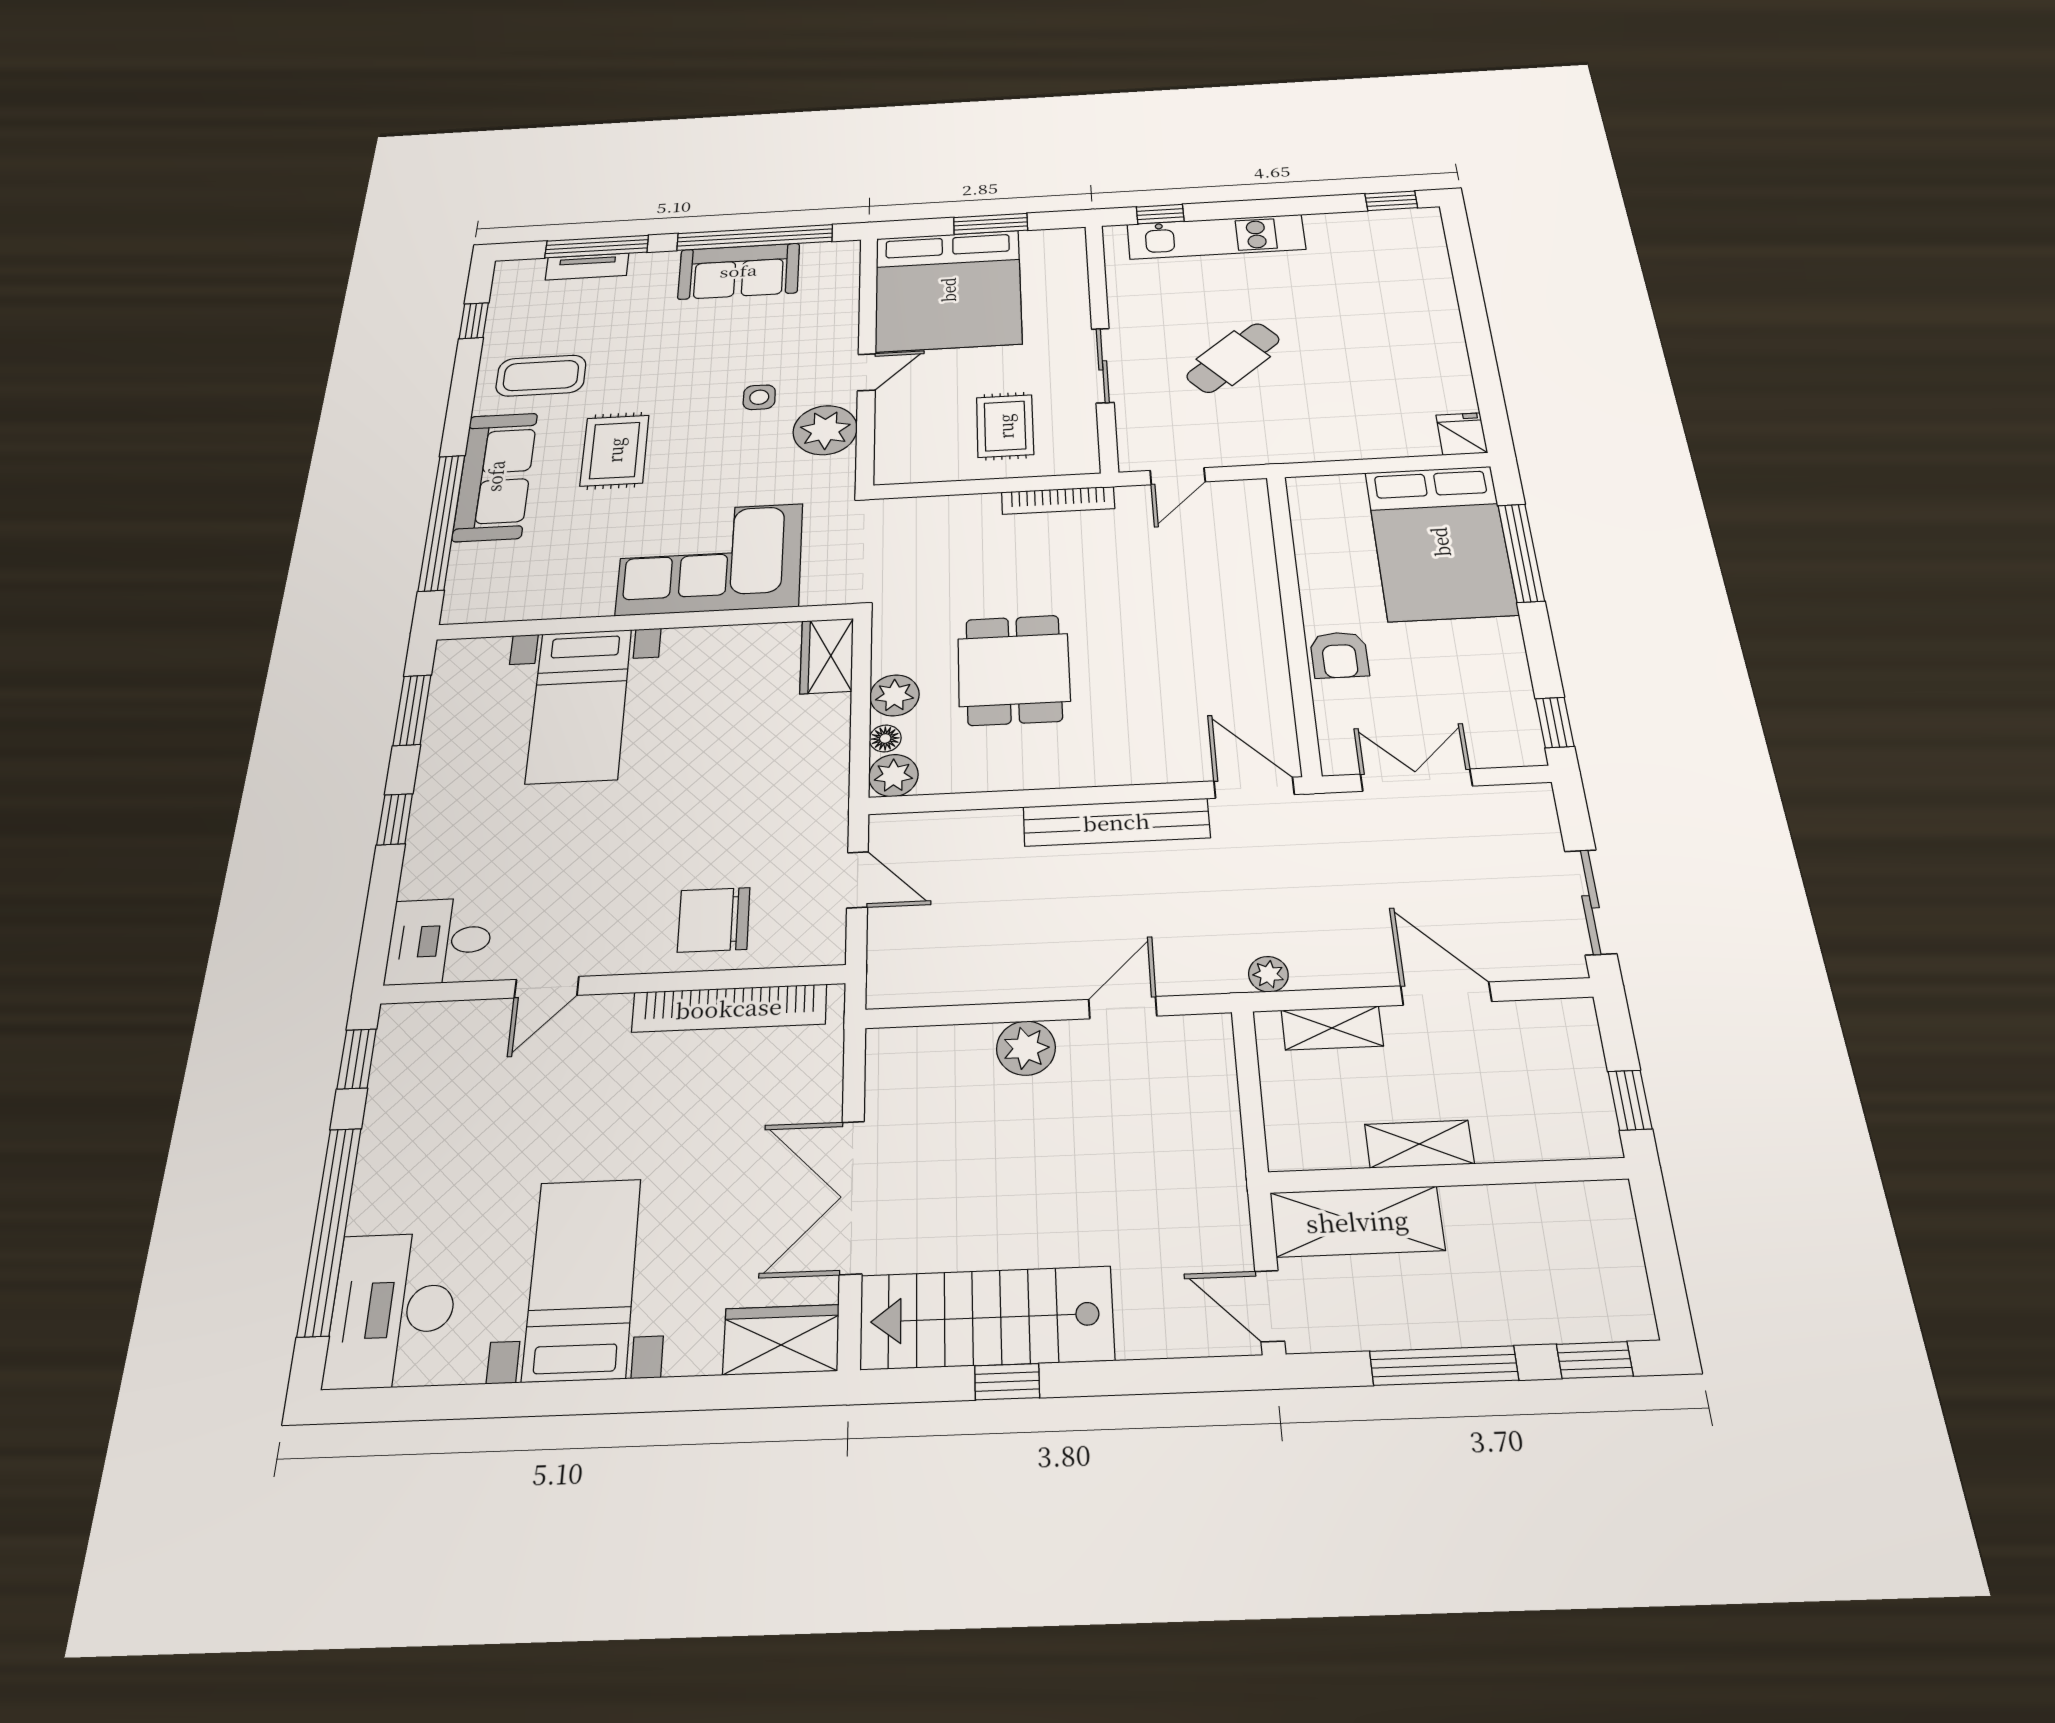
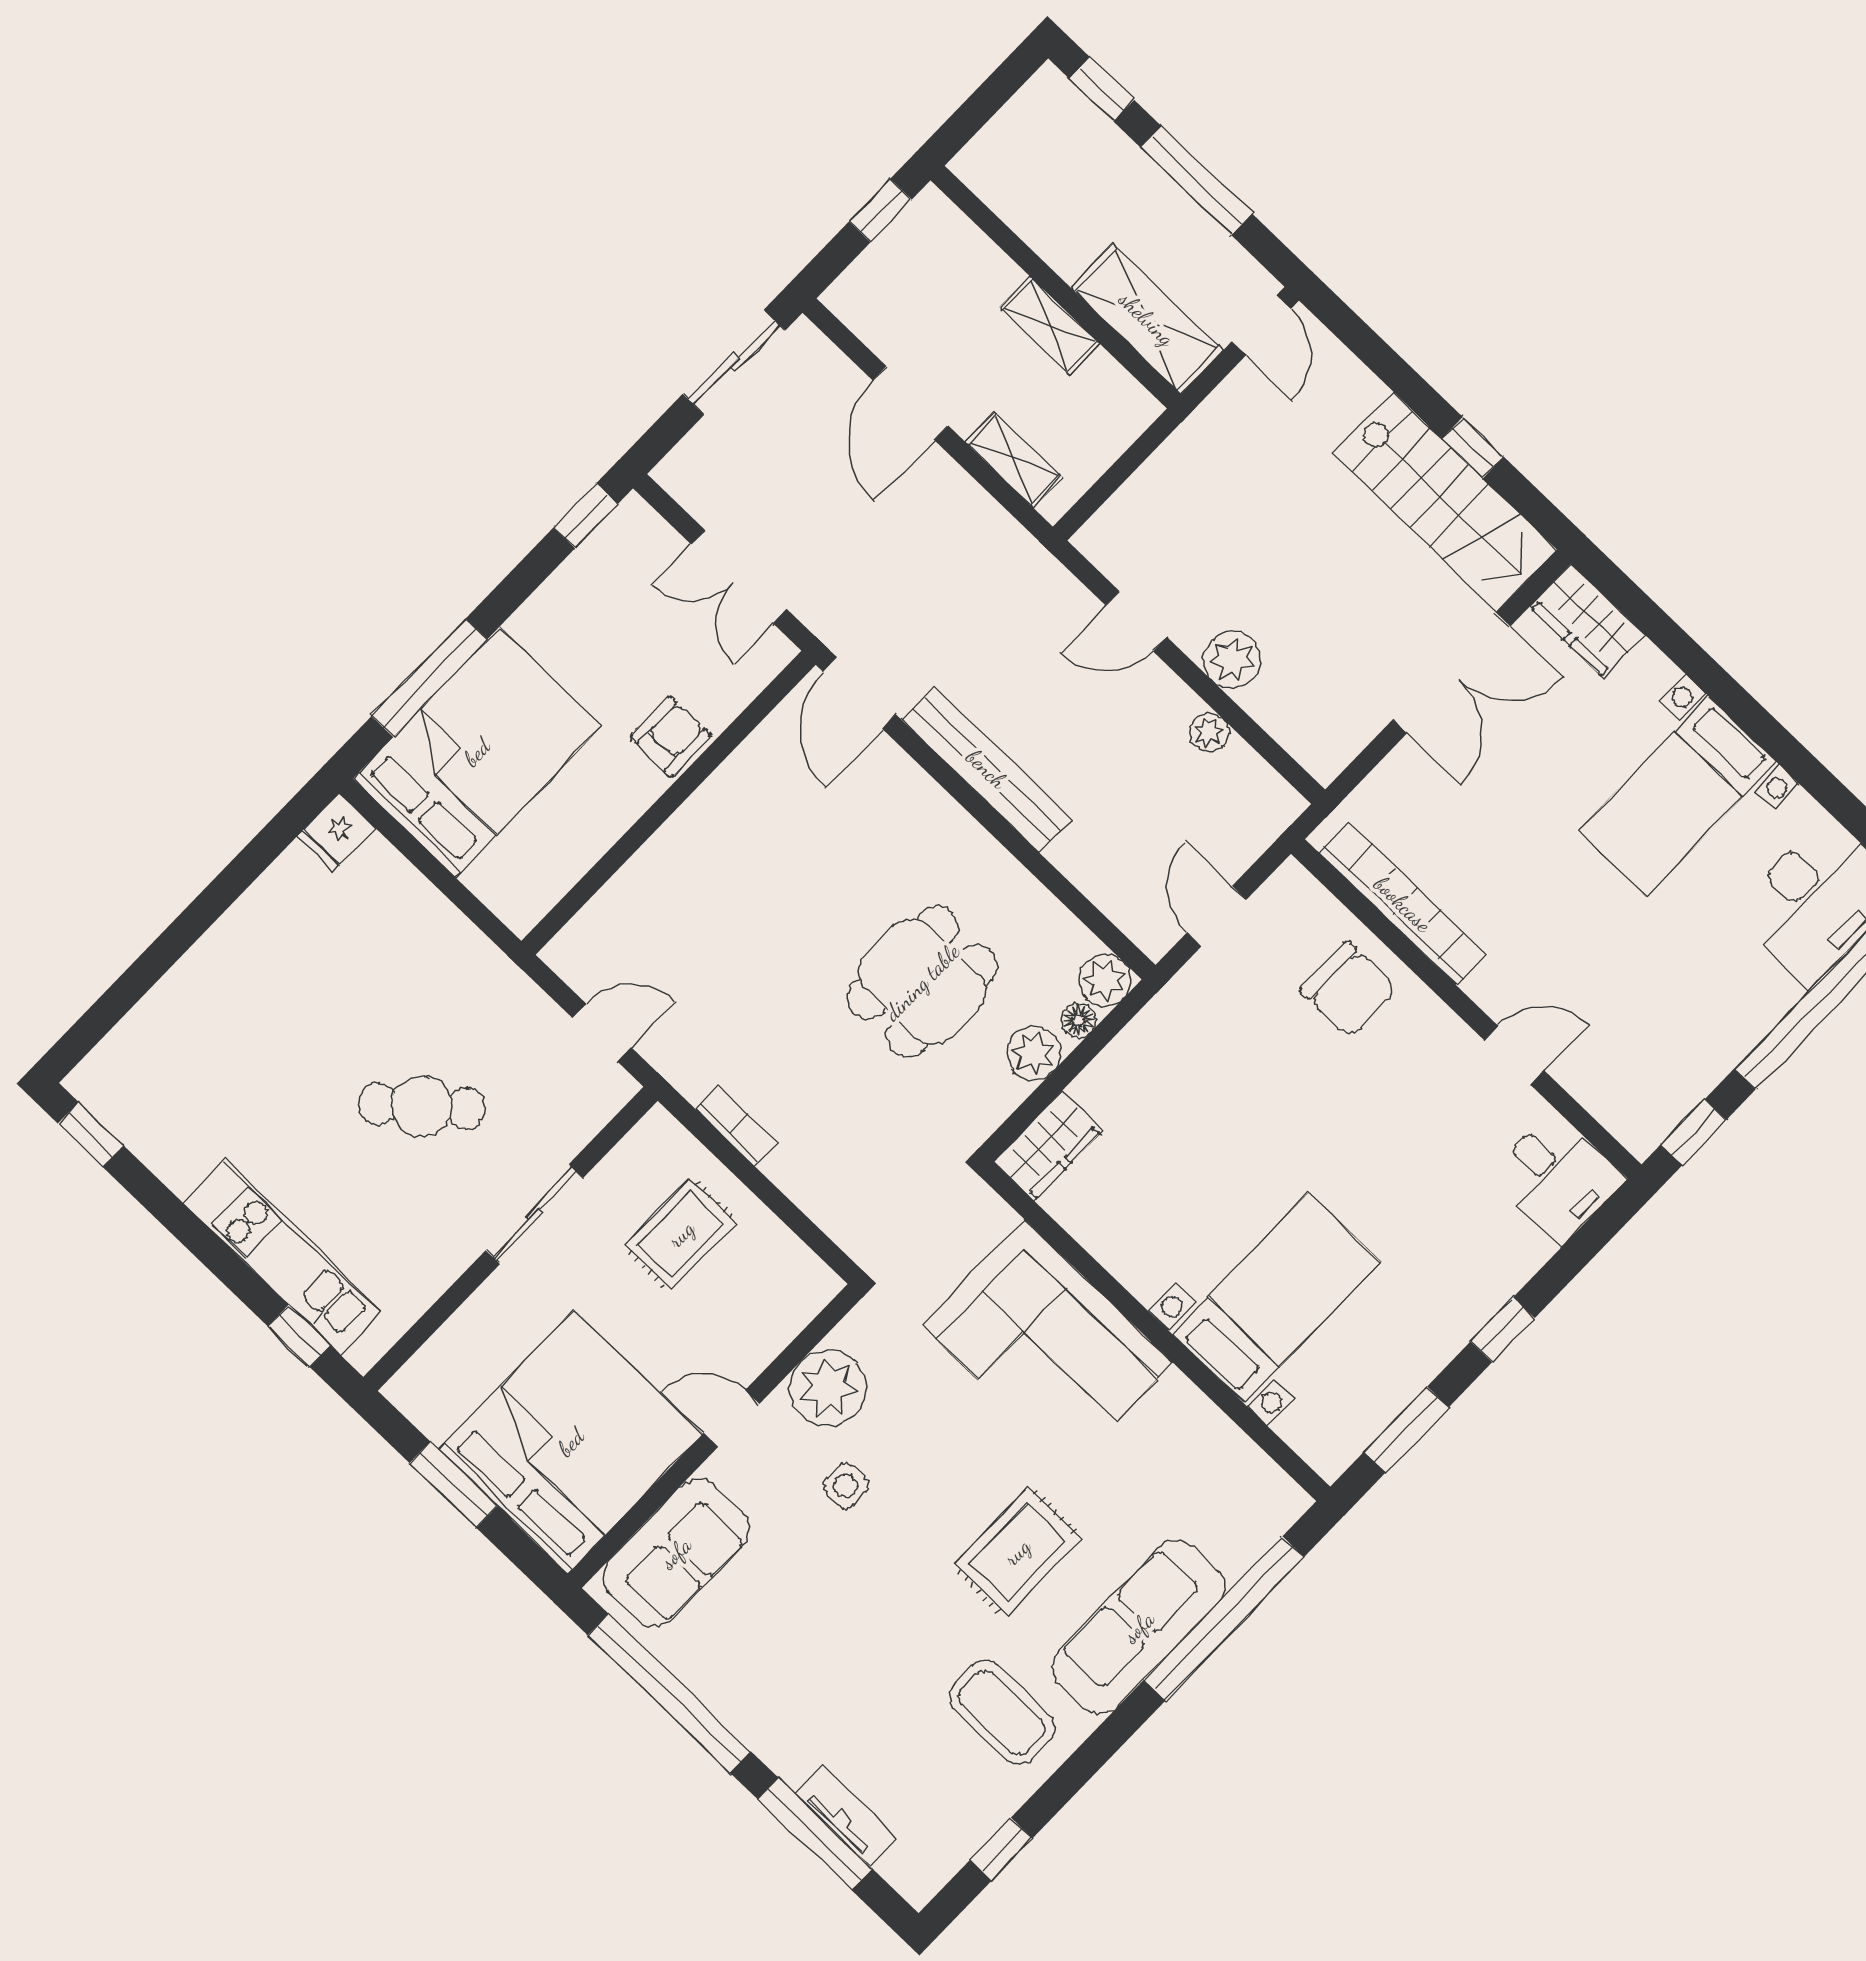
sofa: (739, 271) -> (676, 1553), moved, turned 90
bookcase: (1058, 500) -> (736, 1126), width x0.64
plant: (1268, 974) -> (1209, 732), moved

